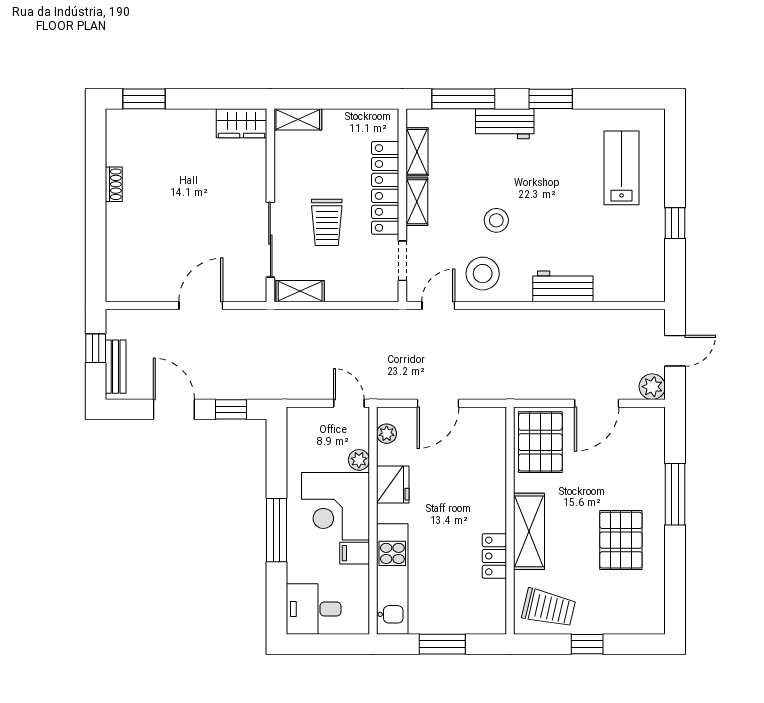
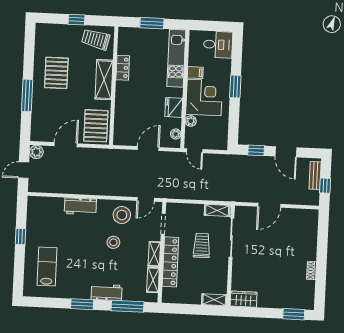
lab bench: (622, 168) -> (47, 267), turned 180
window: (277, 530) -> (235, 86), width x0.69

